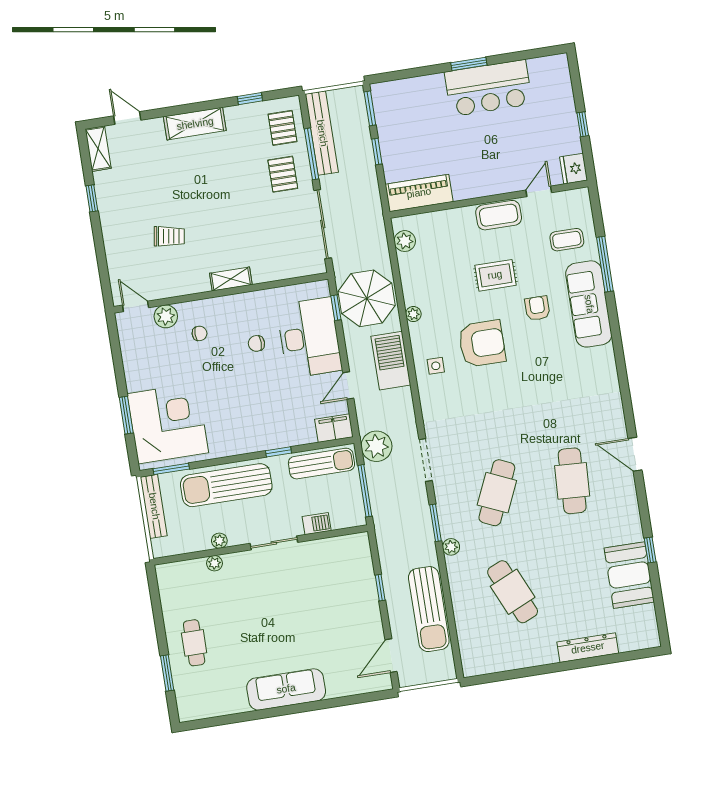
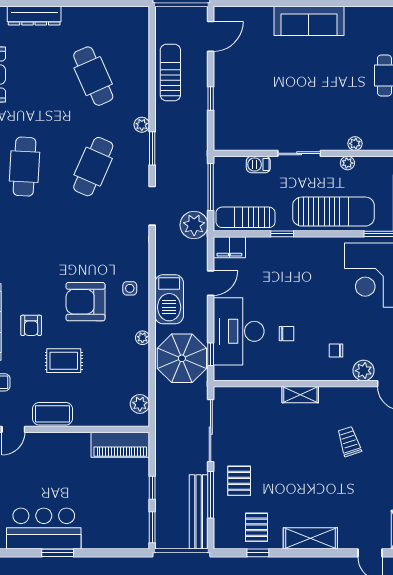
pallet: (282, 128) -> (257, 527), moved
trolley: (169, 236) -> (349, 441), turned 63
sun lounger: (429, 609) -> (170, 72), width x0.73, depth x0.75

